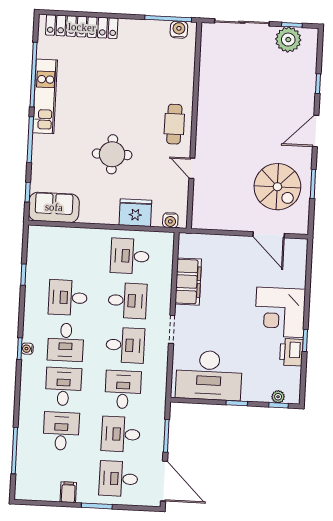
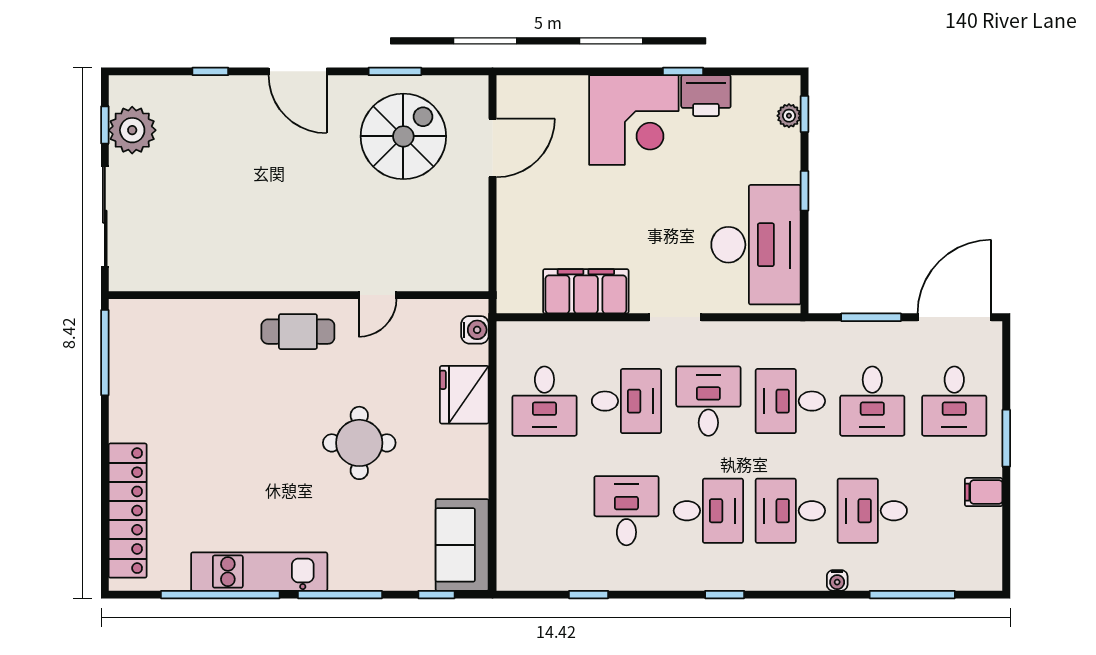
water cooler: (179, 30) -> (124, 332), removed
desk: (68, 298) -> (626, 511), turned 180
desk: (127, 301) -> (626, 401), turned 90
water cooler: (27, 349) -> (837, 580), moved

